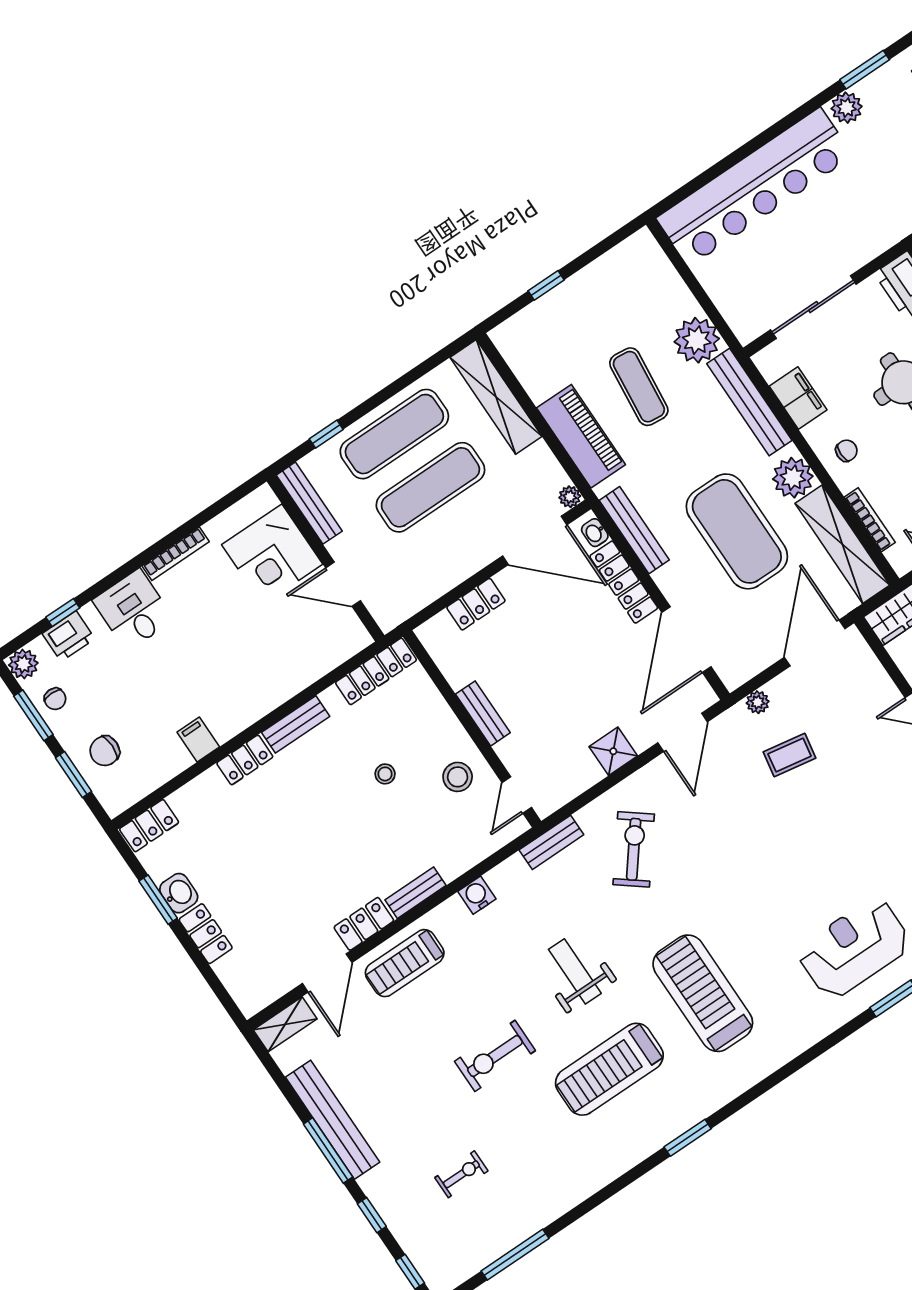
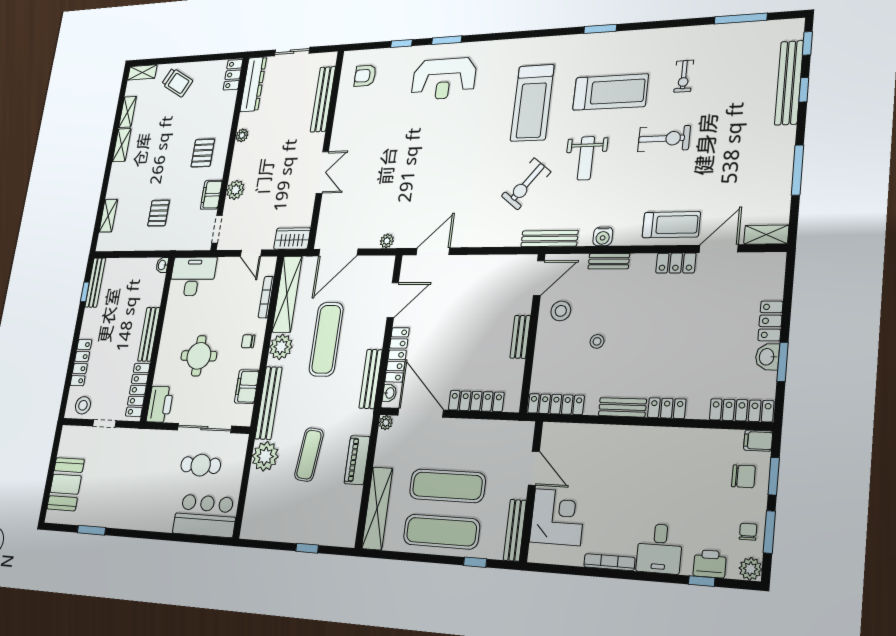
plant: (847, 108) -> (113, 518), removed
bar counter: (755, 187) -> (205, 516), width x0.54
cafe table: (778, 262) -> (201, 465), added
piano: (581, 436) -> (357, 460), width x0.73, depth x0.75
exercise mat: (737, 531) -> (326, 339), width x0.68
locker: (476, 604) -> (476, 401), width x1.53
door: (686, 640) -> (393, 300), width x0.73
filing cabinet: (198, 740) -> (758, 441), moved, turned 90
shower: (613, 751) -> (473, 266), removed
coffee table: (790, 755) -> (394, 202), removed
door: (517, 795) -> (539, 278), width x1.38
locker: (149, 826) -> (742, 410), width x1.53
bench: (551, 842) -> (549, 238), width x1.36
exercise bike: (634, 849) -> (526, 184), moved
bench: (416, 893) -> (609, 261), moved
bench: (333, 1120) -> (789, 83), moved
window: (328, 1151) -> (798, 170), moved
exercise bike: (461, 1174) -> (684, 76), moved, turned -90

